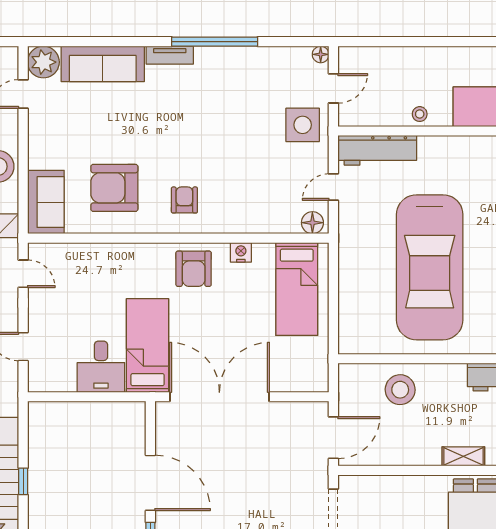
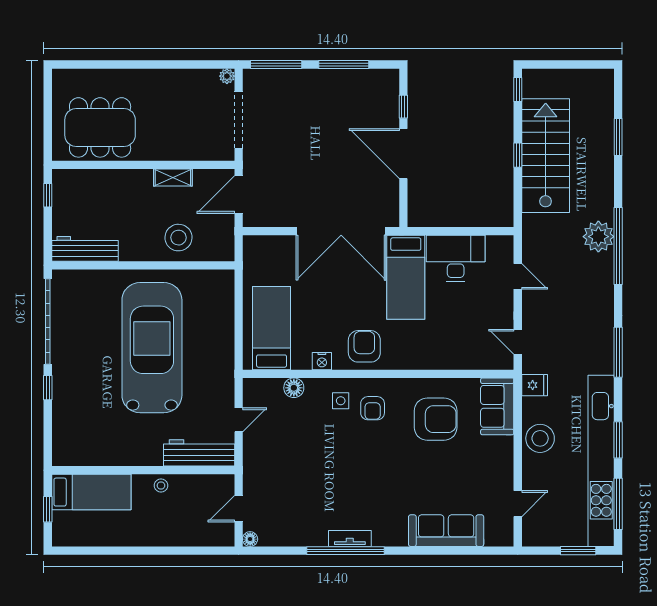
tv unit: (170, 55) -> (350, 538), moved
plant: (43, 62) -> (499, 532), removed
side table: (303, 125) -> (341, 401), moved, width x0.54, depth x0.54
floor lamp: (312, 223) -> (294, 388), moved
desk: (101, 367) -> (456, 258), width x1.37
shelving: (463, 456) -> (173, 178), moved

